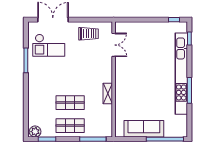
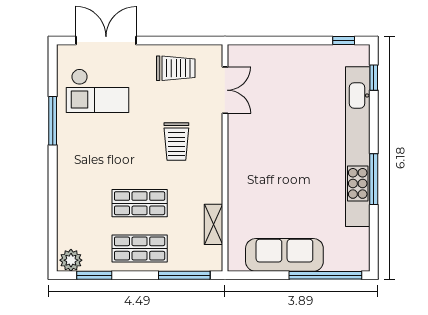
trolley: (89, 71) -> (176, 142), added
shelving: (108, 94) -> (213, 224), moved

